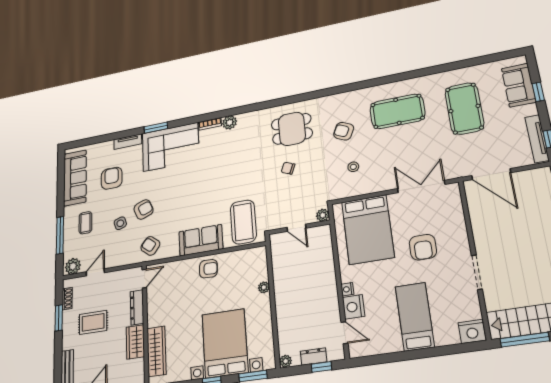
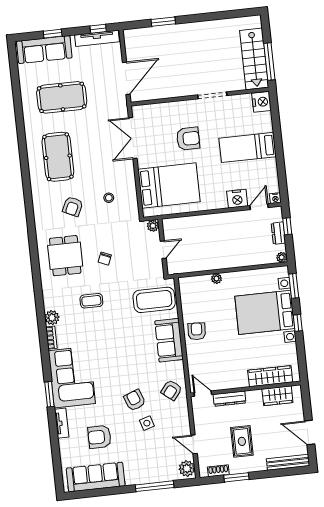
sofa: (519, 85) -> (44, 50), width x1.36
coffee table: (85, 223) -> (91, 301), moved
nightstand: (347, 289) -> (275, 198), moved
wardrobe: (135, 342) -> (277, 396), moved

